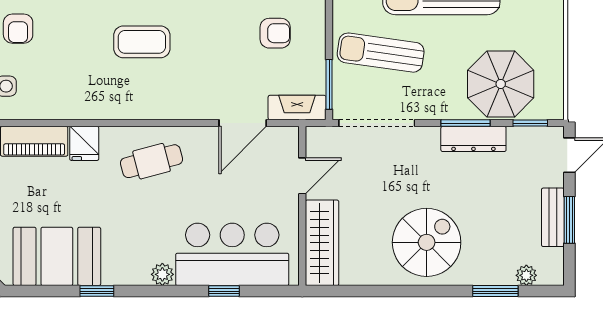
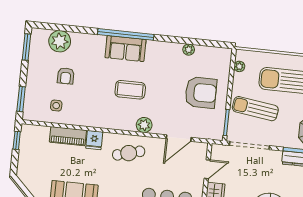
armchair: (275, 33) -> (201, 93), width x1.88, depth x1.88
plant: (175, 105) -> (144, 125), added
fireplace: (297, 108) -> (208, 133), removed

